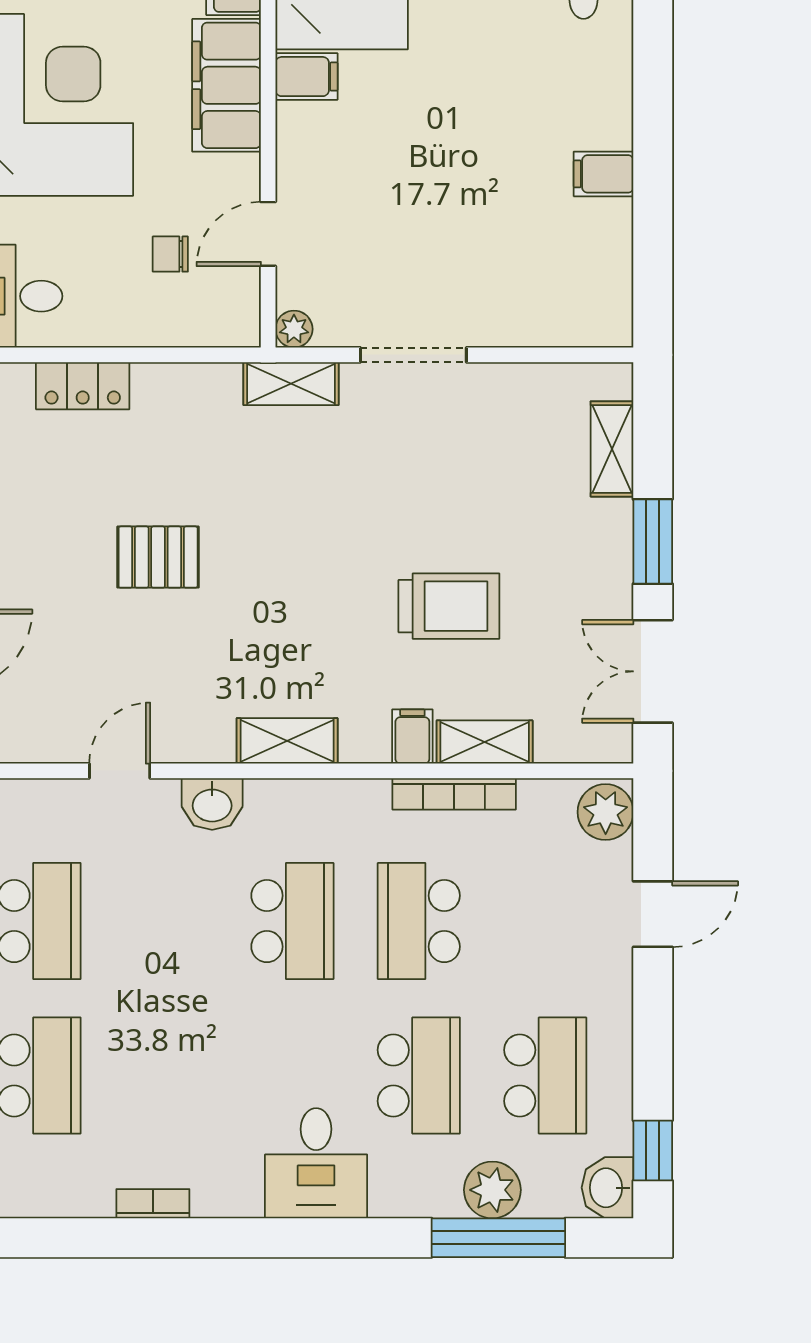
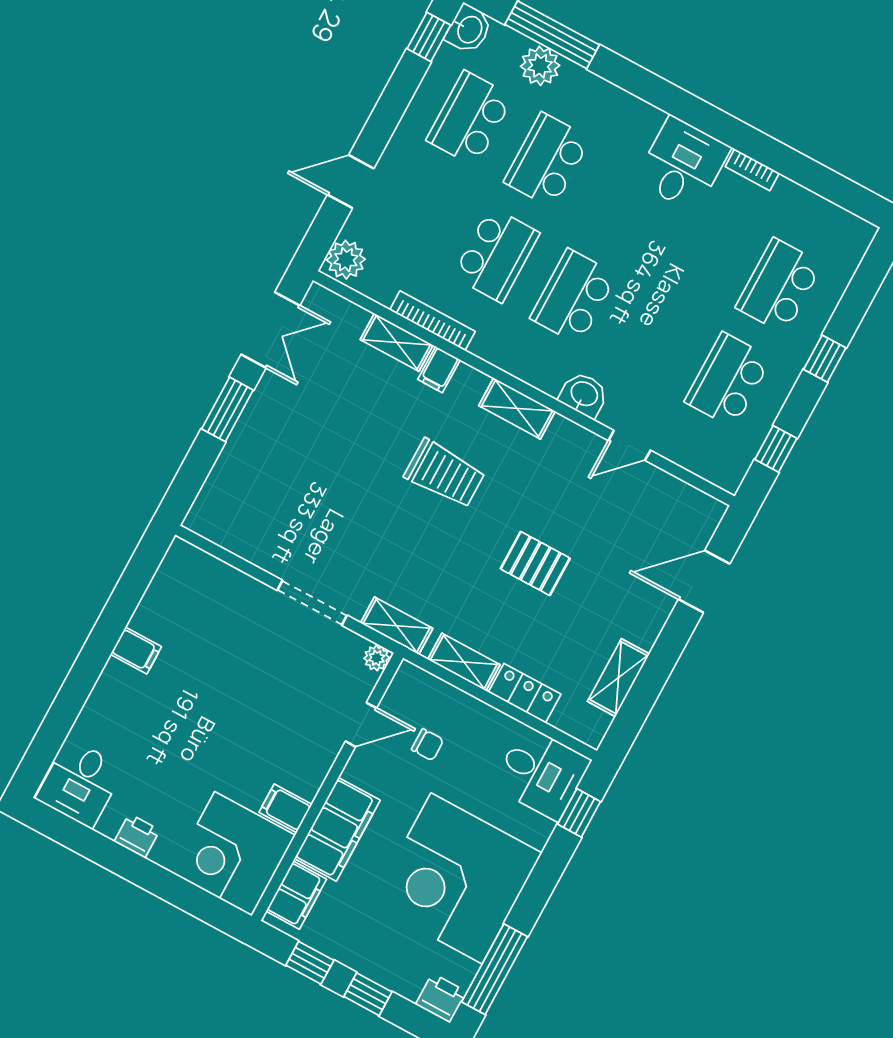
shelving: (612, 449) -> (464, 662), moved, turned 90
trolley: (449, 606) -> (445, 474), moved, turned 180
desk: (316, 1163) -> (683, 164), moved

